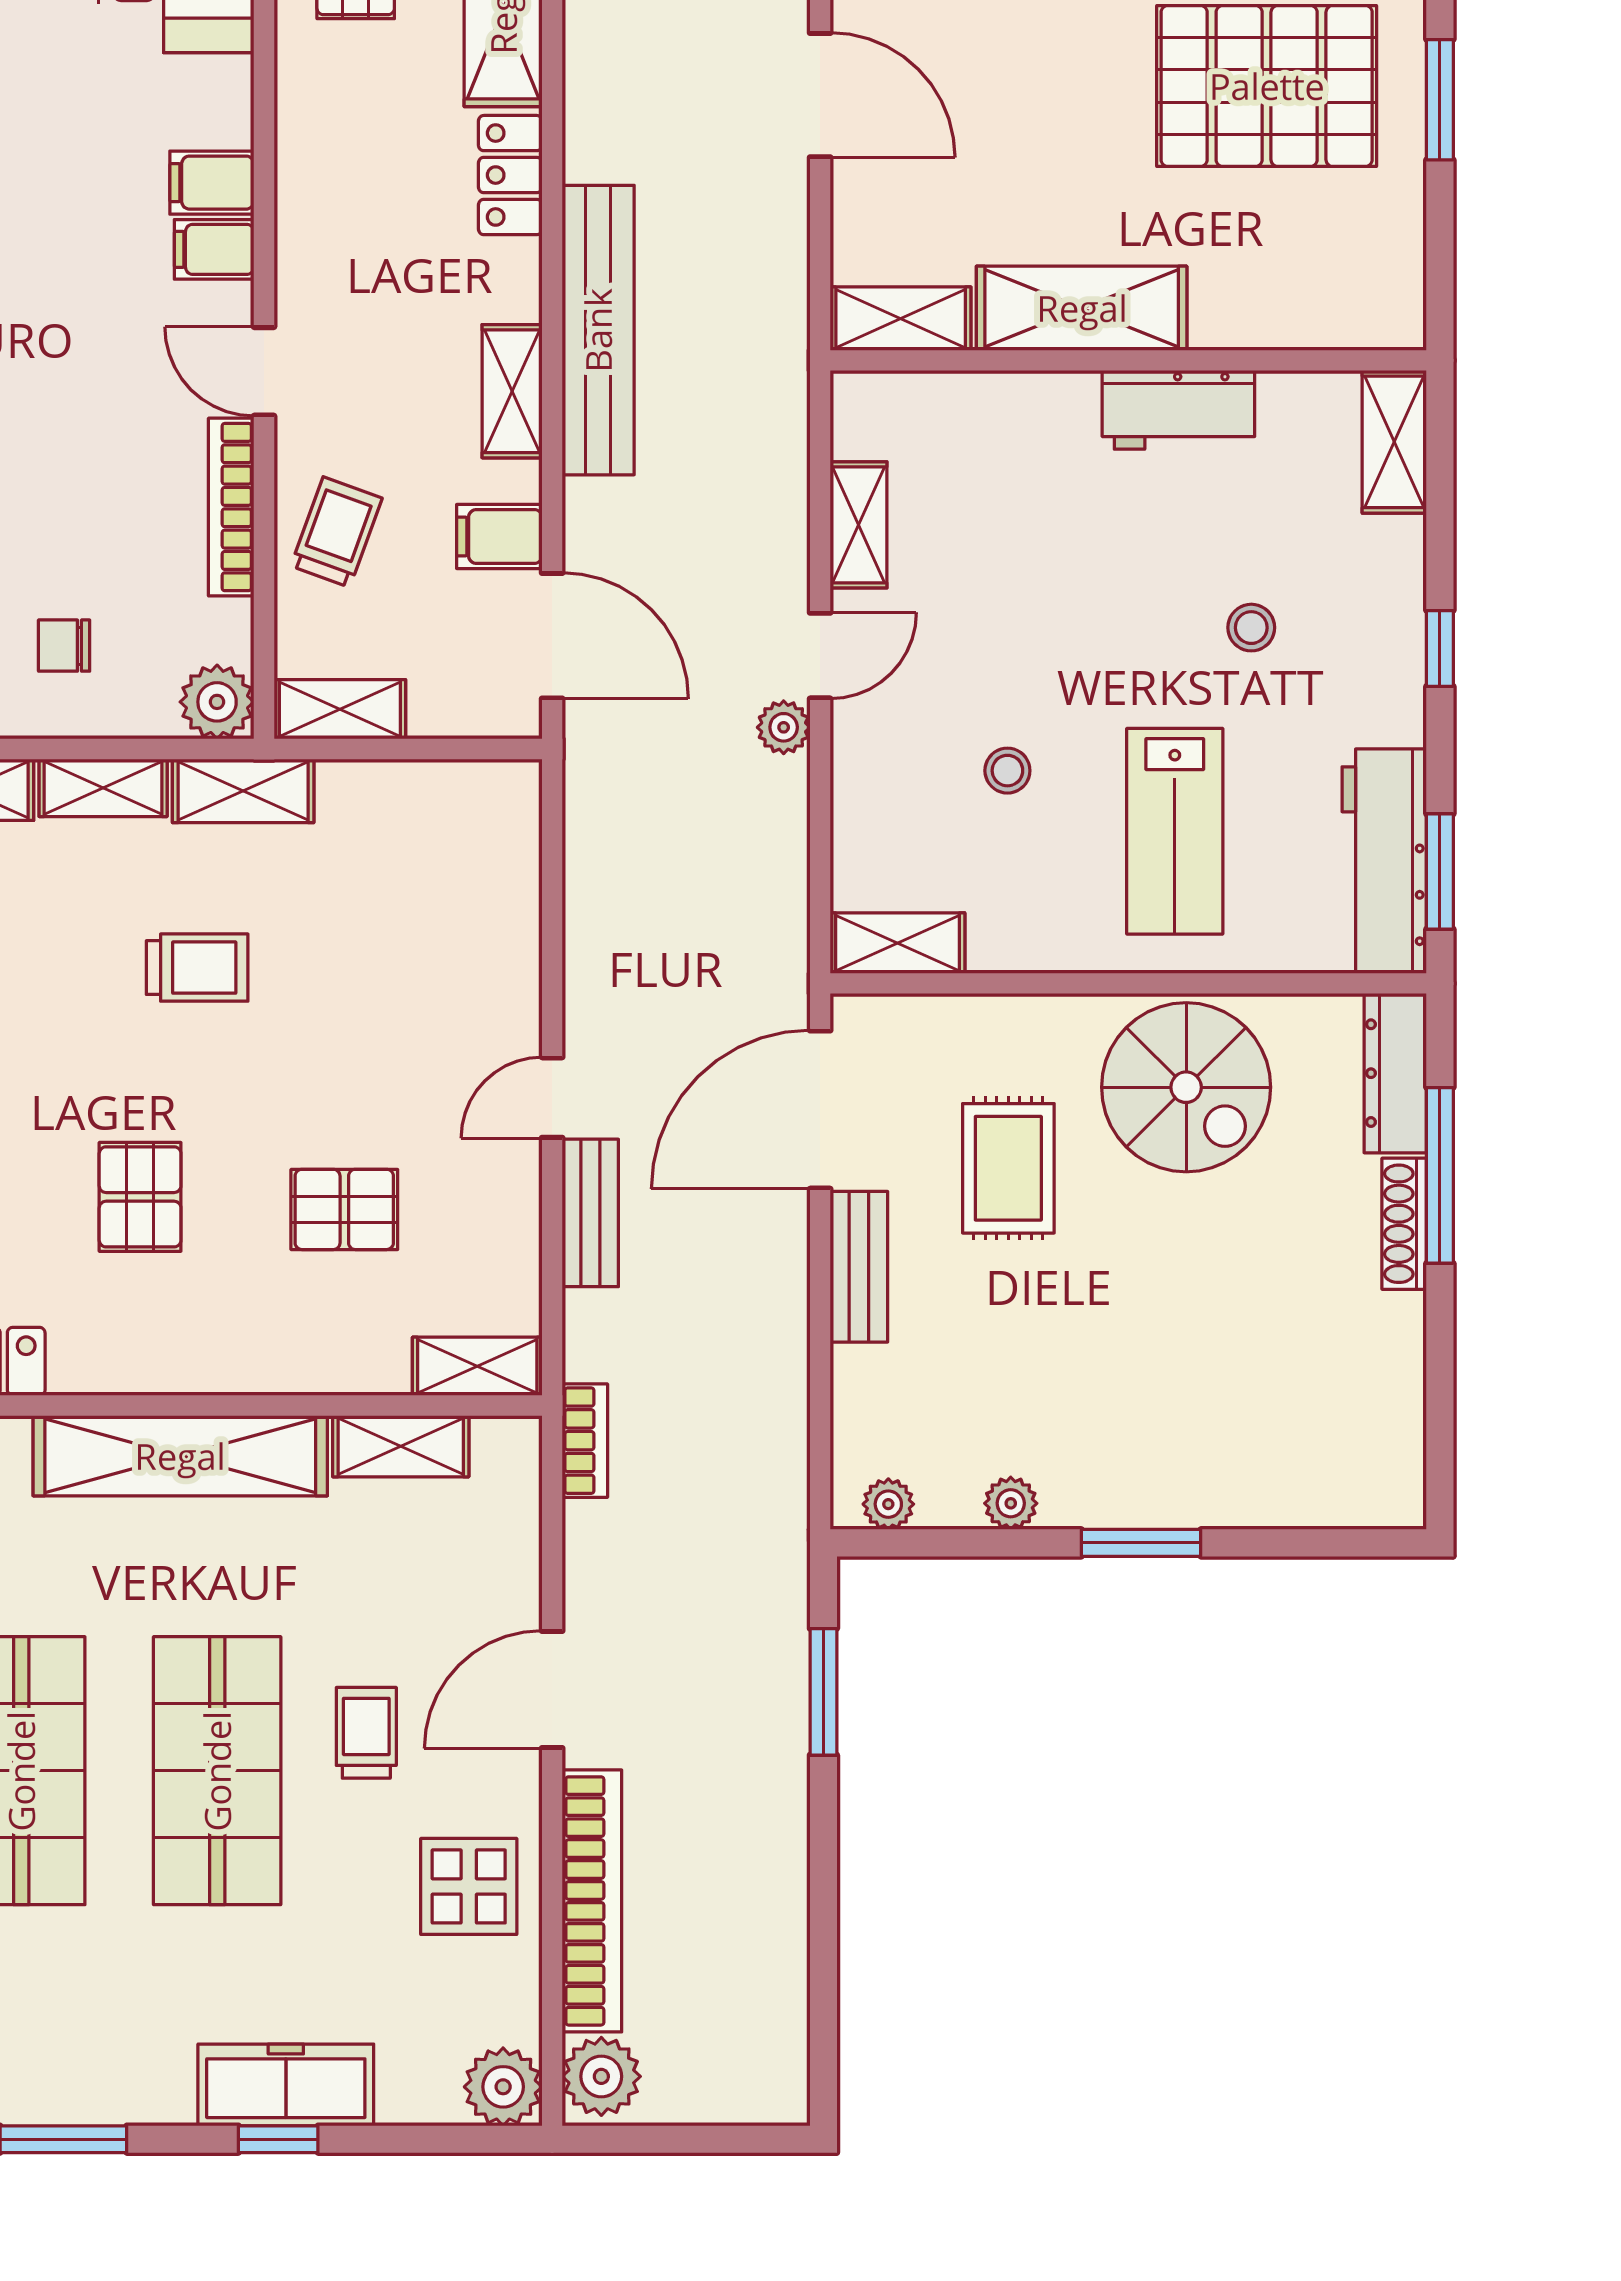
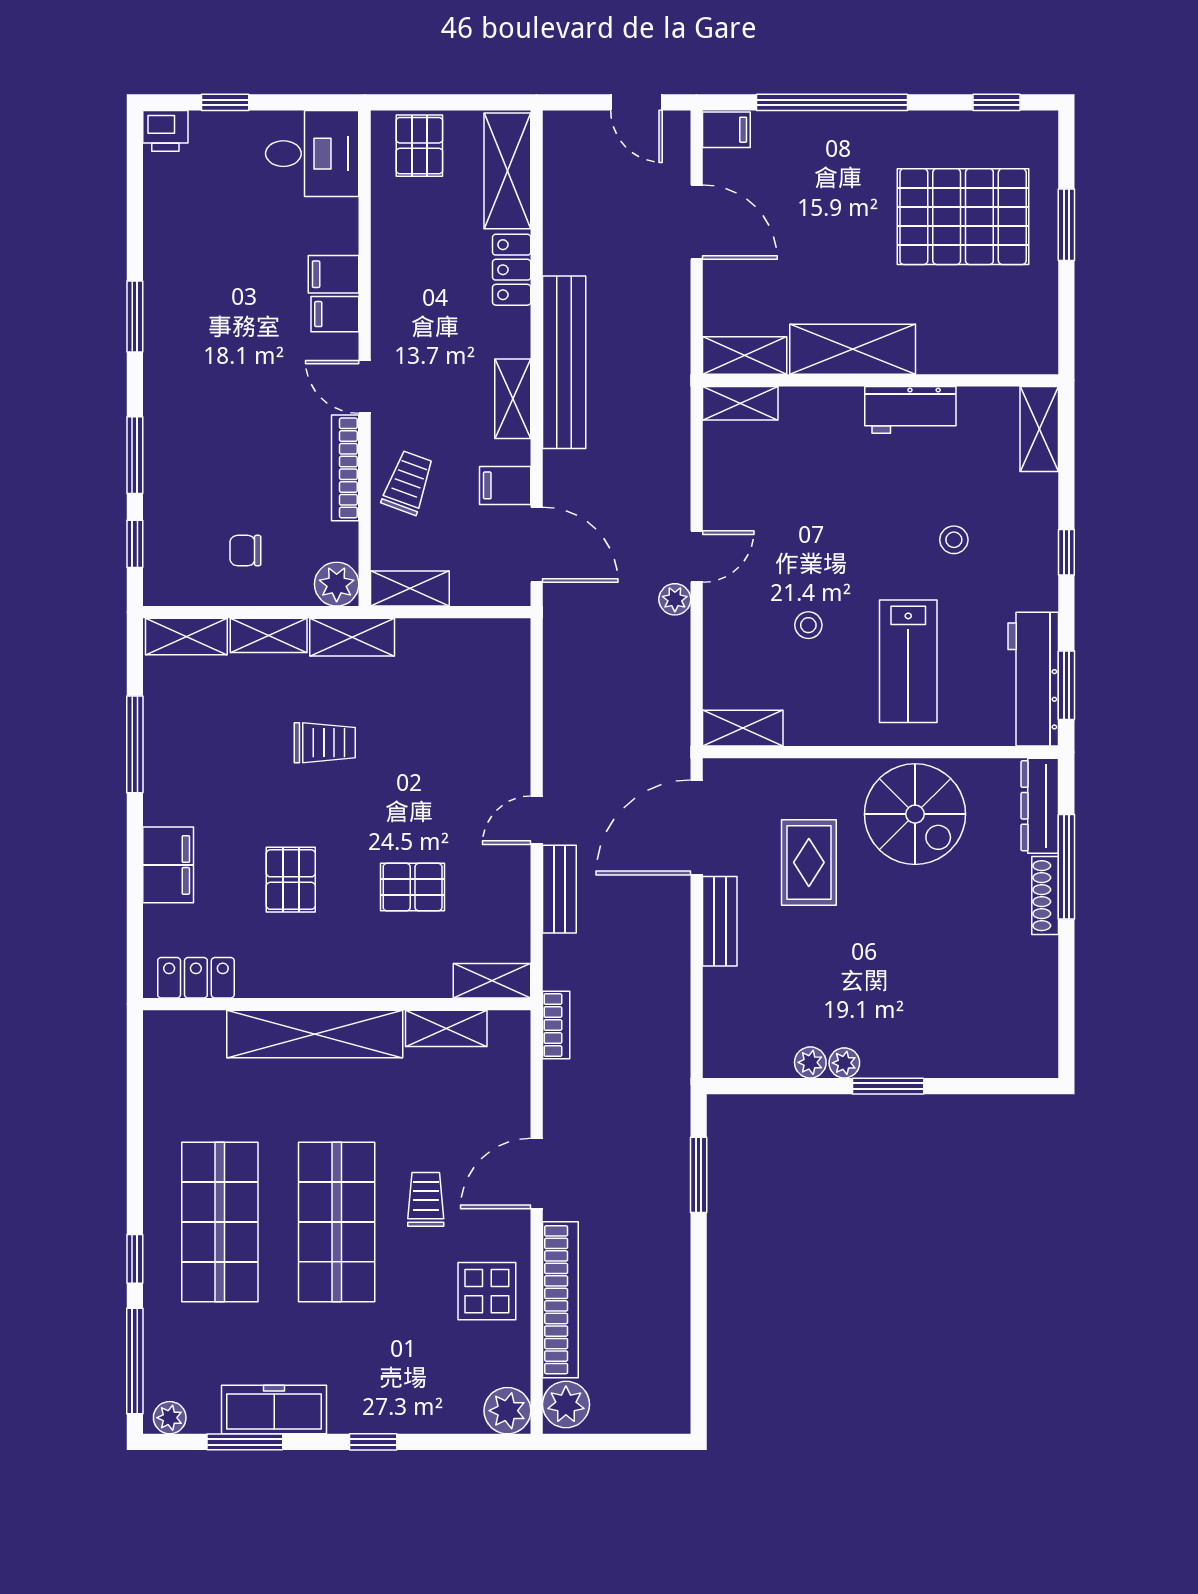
shelving: (859, 525) -> (740, 403), moved, turned 90
plant: (888, 1504) -> (844, 1063), moved
freezer: (286, 2085) -> (274, 1410), moved

